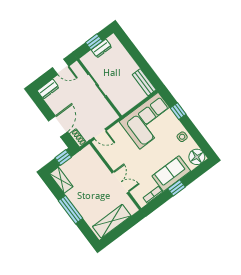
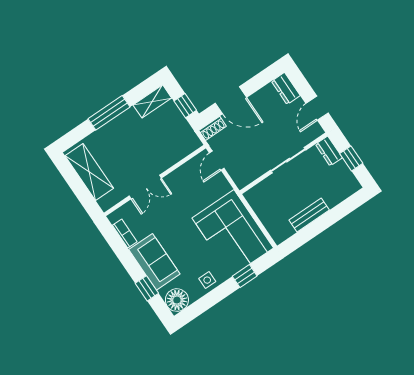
dresser: (102, 48) -> (329, 151), moved
bench: (144, 82) -> (309, 215), moved
window: (176, 188) -> (147, 288), moved

